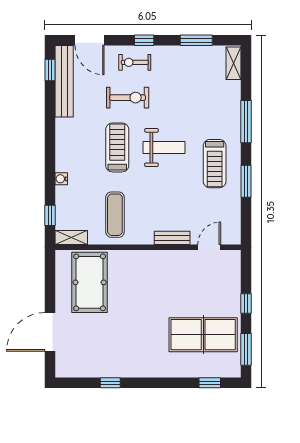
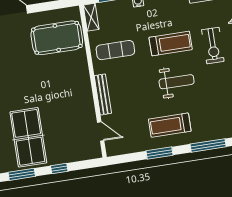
weight bench: (164, 148) -> (177, 82), turned -90
bench: (172, 238) -> (103, 94), width x1.36

